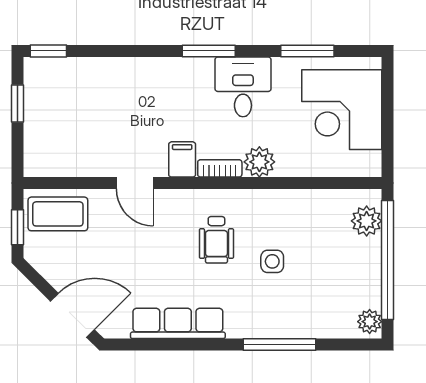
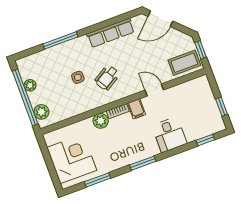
window: (48, 51) -> (205, 140), moved
desk: (243, 87) -> (169, 135), moved
wheelchair: (216, 240) -> (107, 78), turned -121
plant: (370, 322) -> (30, 85), moved

